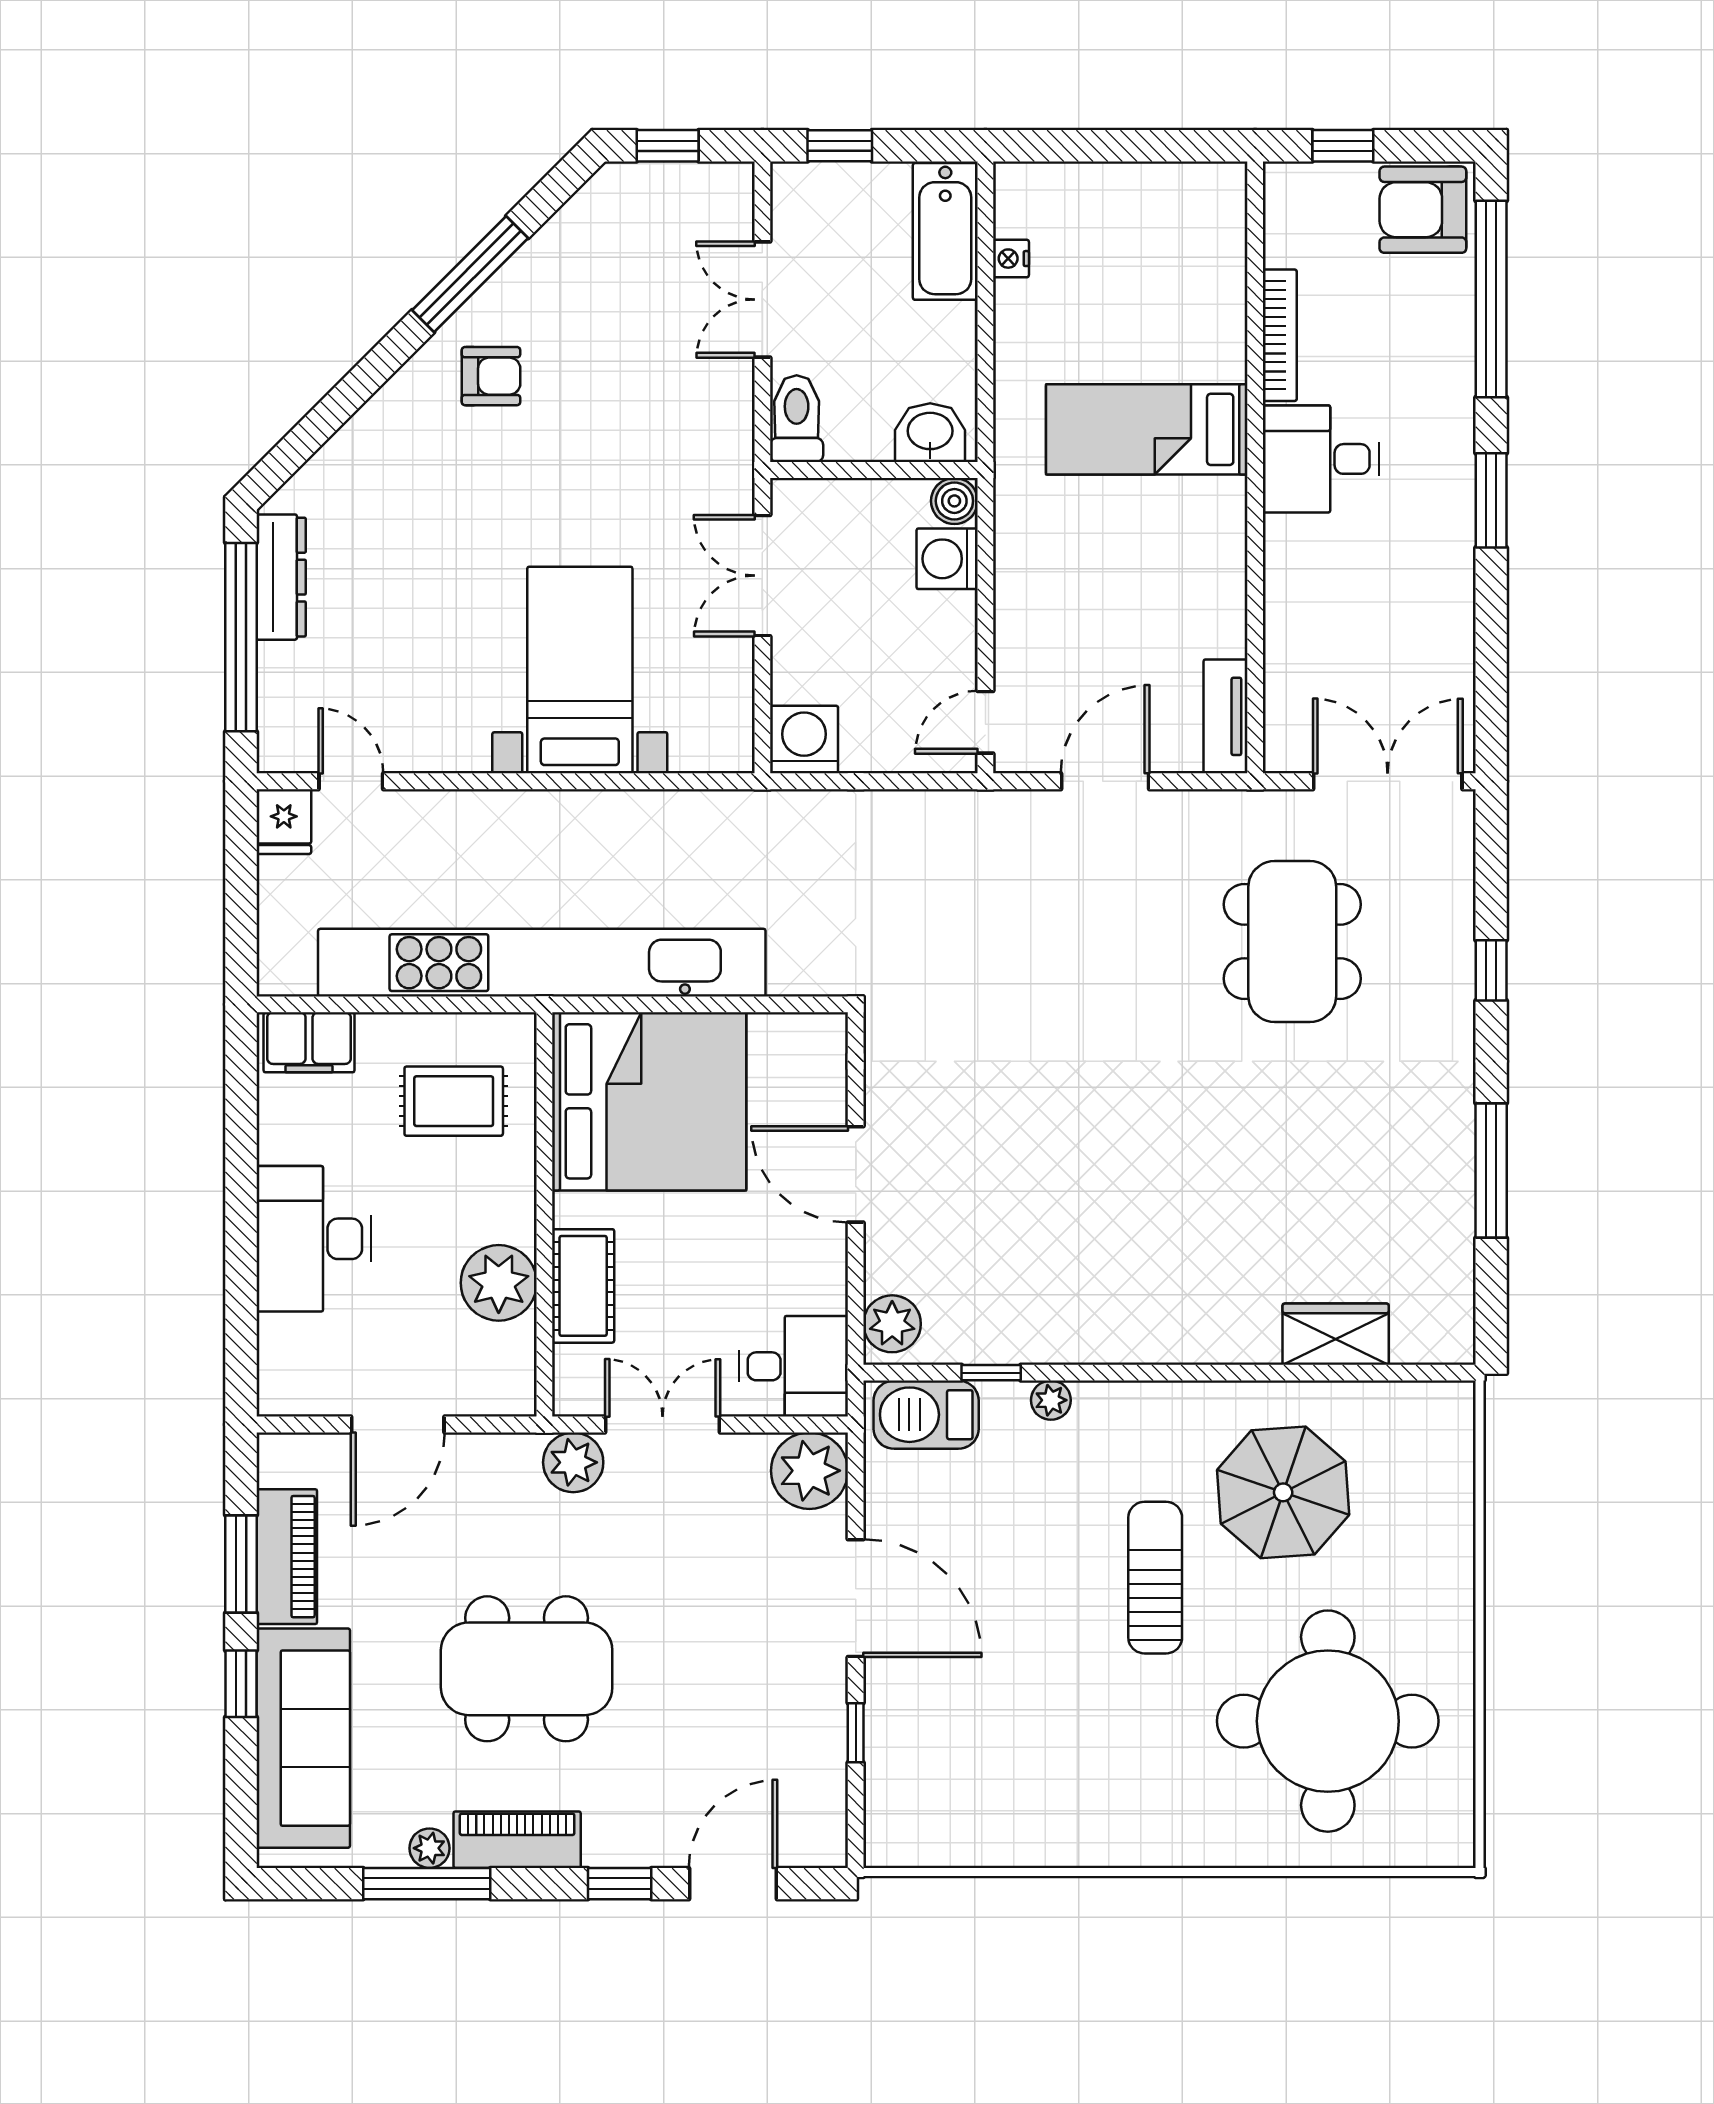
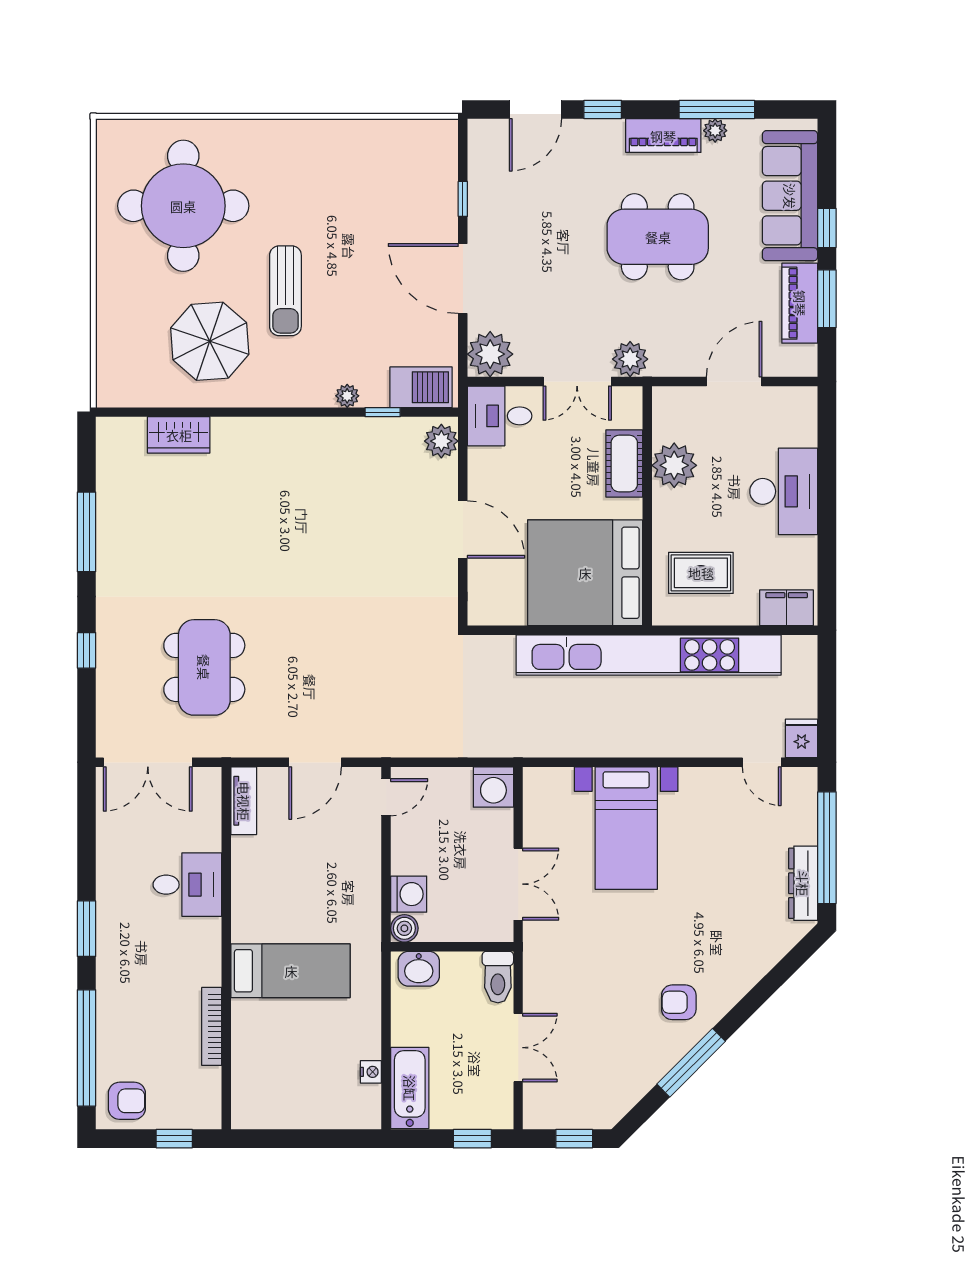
armchair: (1423, 210) -> (127, 1101), width x0.72, depth x0.72
desk: (1321, 459) -> (187, 885), moved

